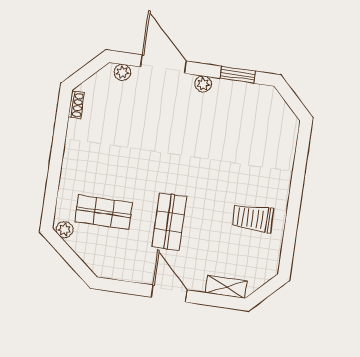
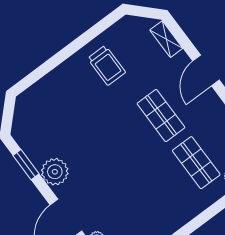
plant: (203, 84) -> (55, 172), width x1.87, depth x1.87
shop shelf: (169, 222) -> (161, 116), turned 90

